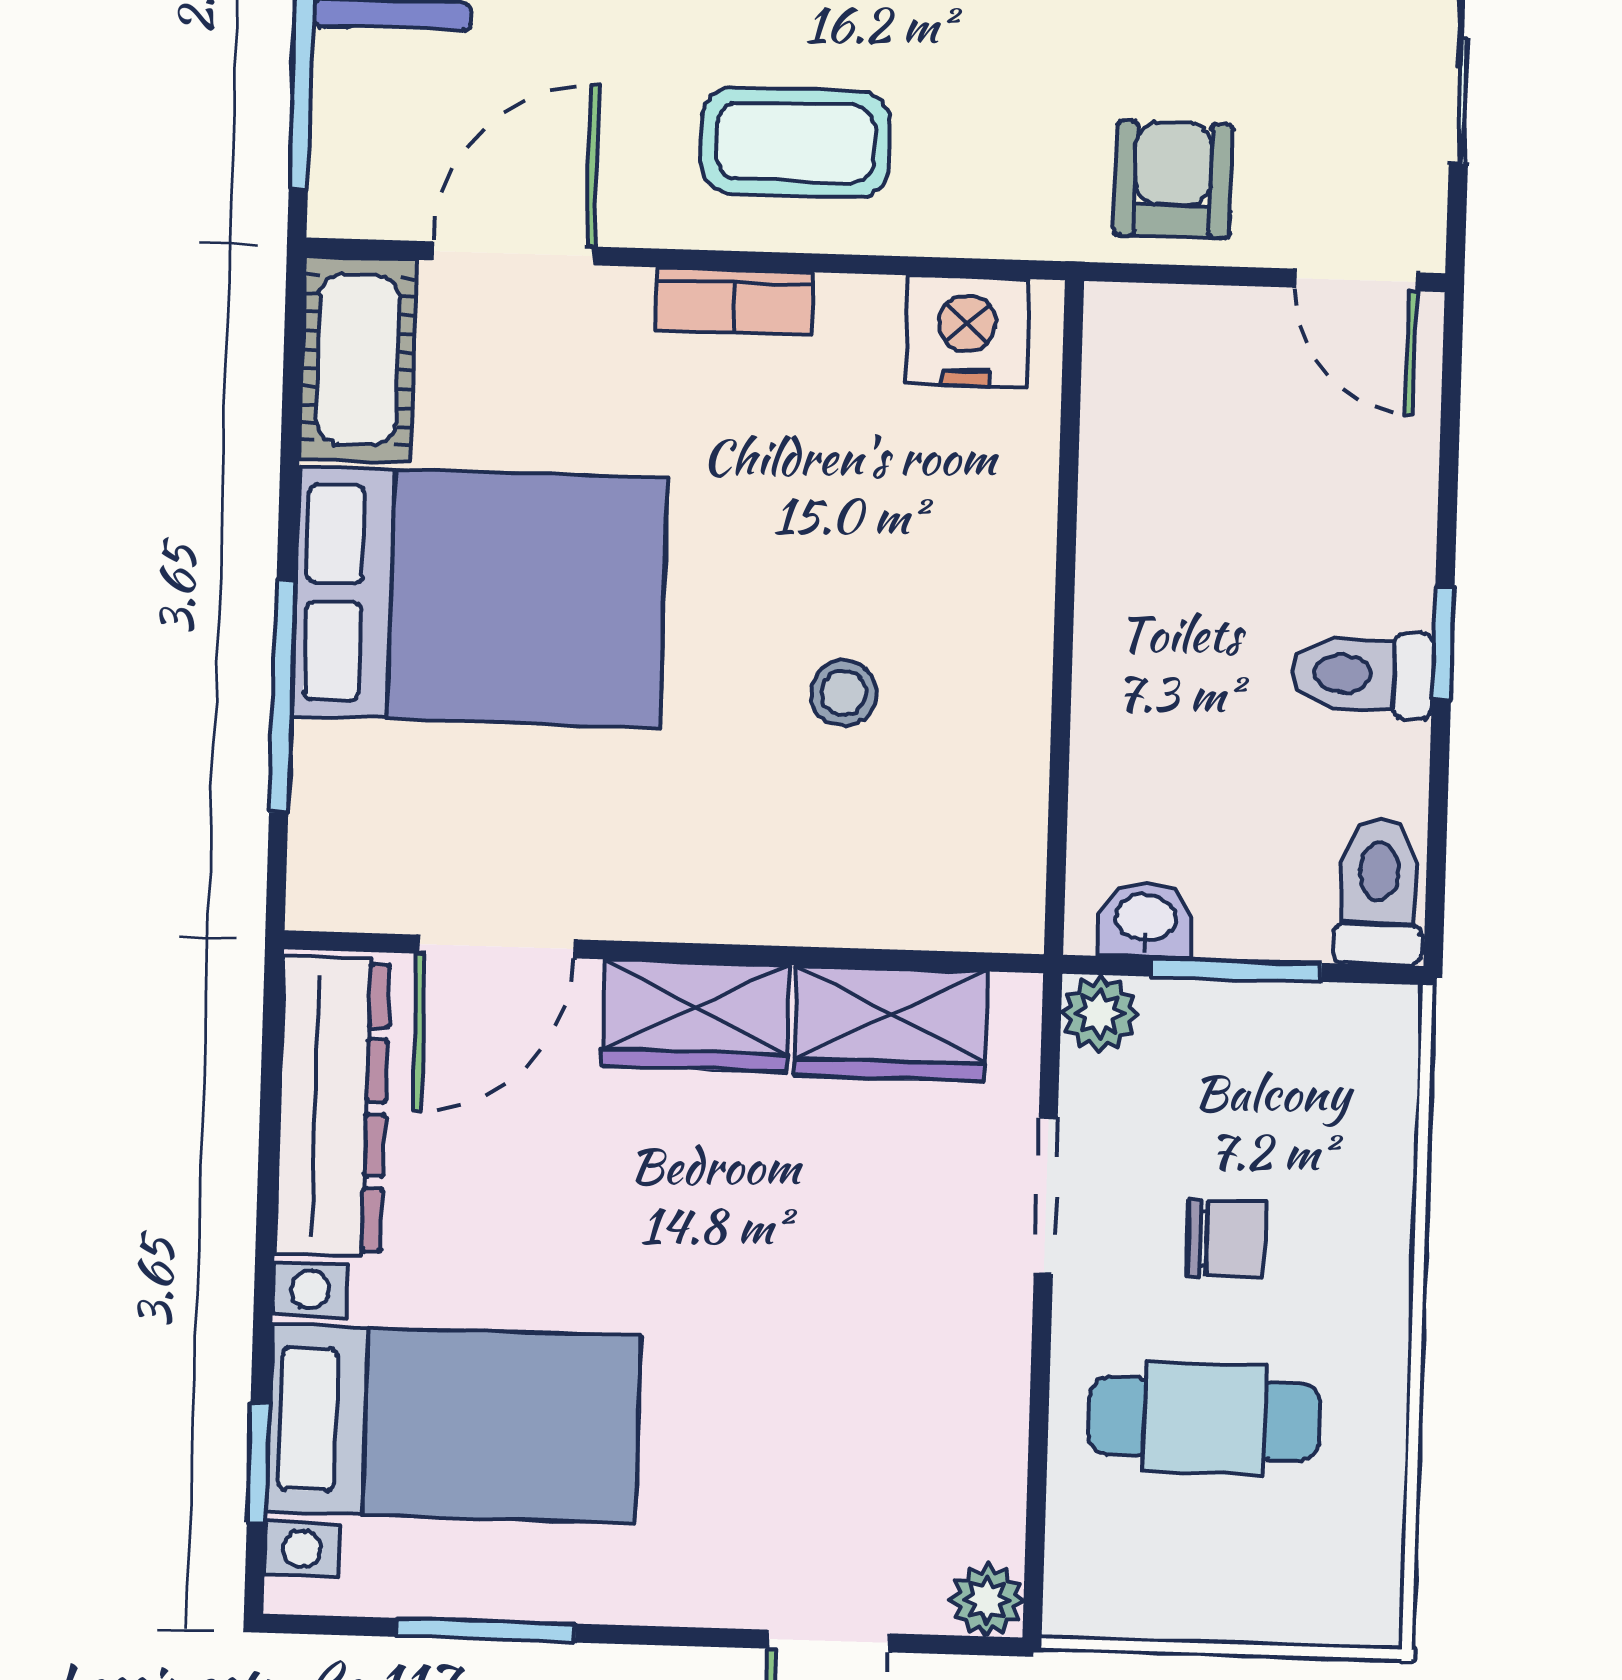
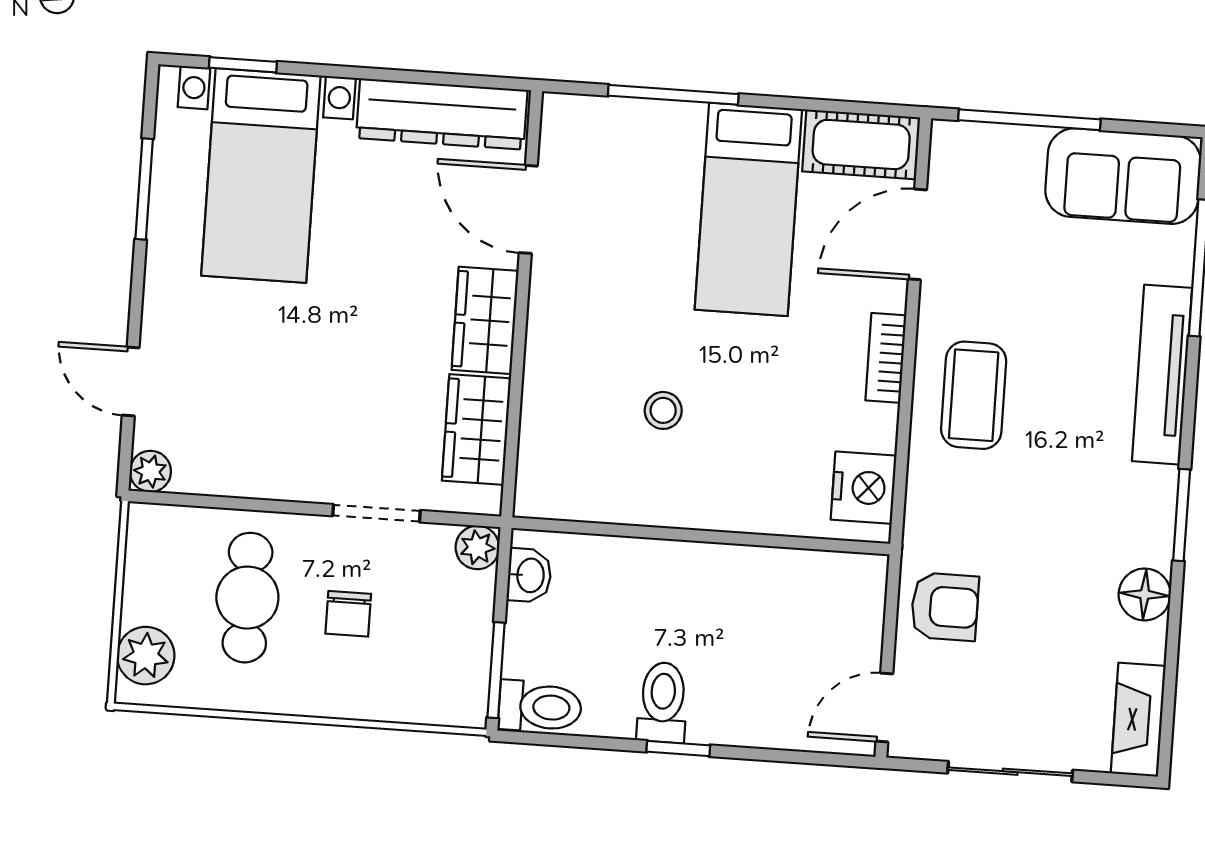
door: (514, 253) -> (917, 234), swing flipped
bed: (479, 597) -> (748, 209), width x0.67
window: (1236, 970) -> (496, 670), moved
plant: (1315, 1596) -> (146, 656), added

